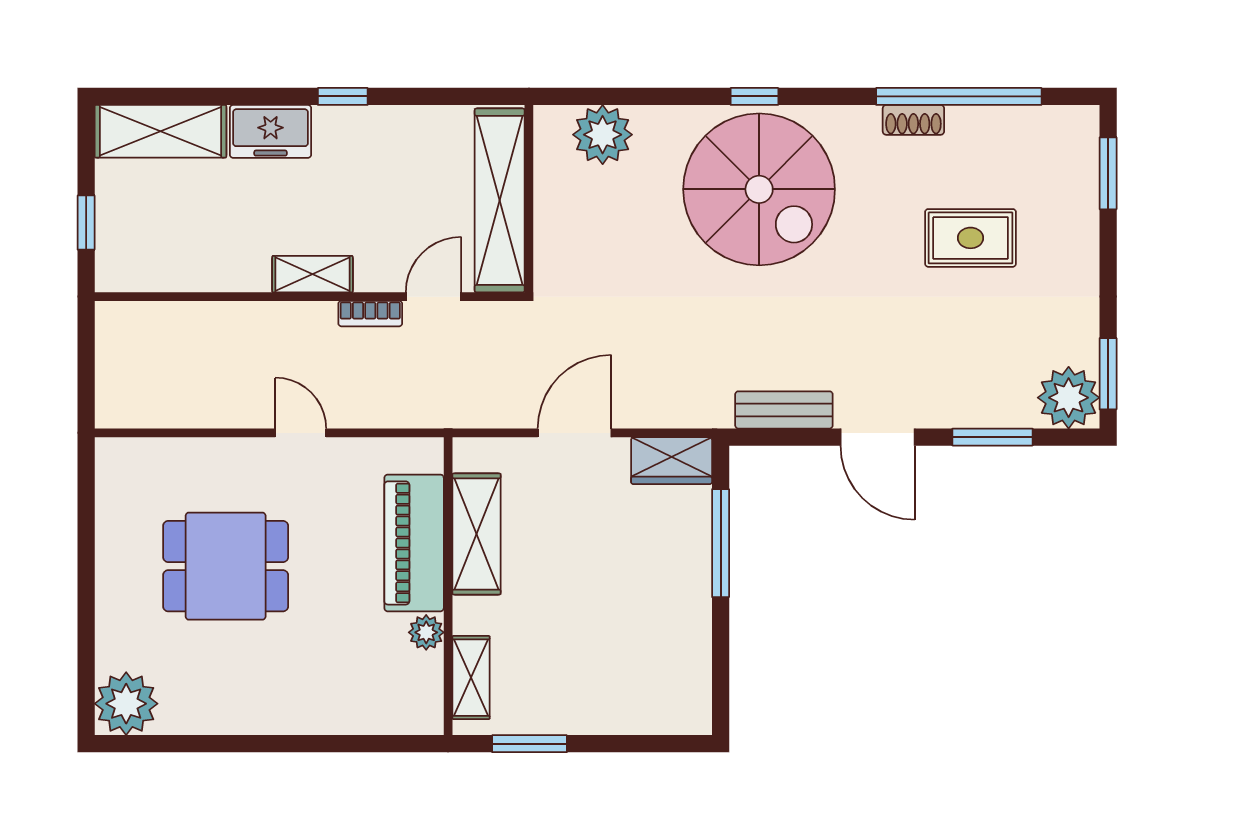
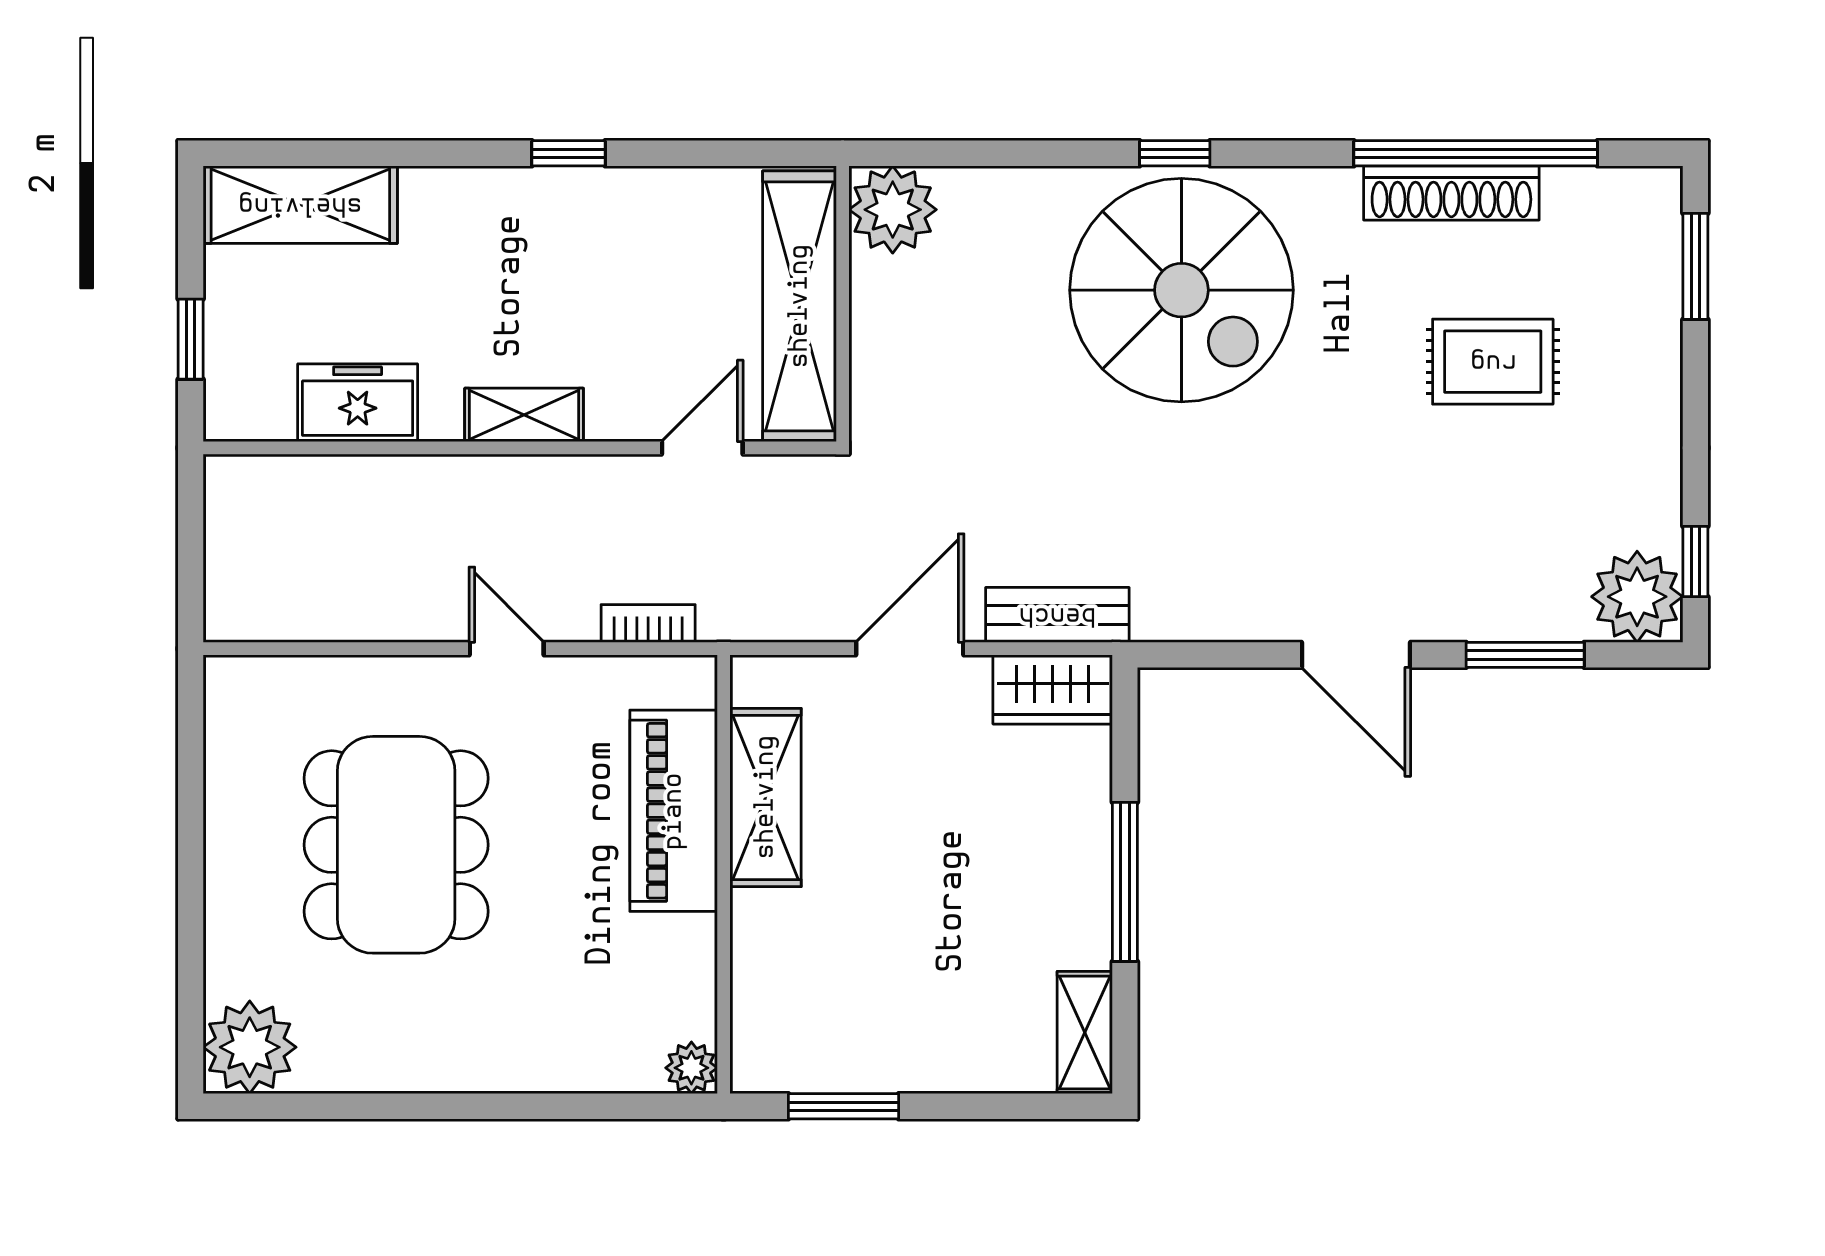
shoe rack: (913, 120) -> (1451, 193), width x1.94, depth x1.24
freezer: (271, 131) -> (358, 403), moved, turned 180
plant: (603, 135) -> (893, 210), moved
bookcase: (370, 314) -> (648, 623), moved, turned 180
window: (1108, 374) -> (1695, 562), width x0.67
bench: (784, 410) -> (1057, 615), moved
window: (721, 543) -> (1125, 882), moved
dining table: (226, 566) -> (396, 845), width x1.37
plant: (426, 632) -> (691, 1068), moved
shelving: (471, 678) -> (1085, 1032), moved

